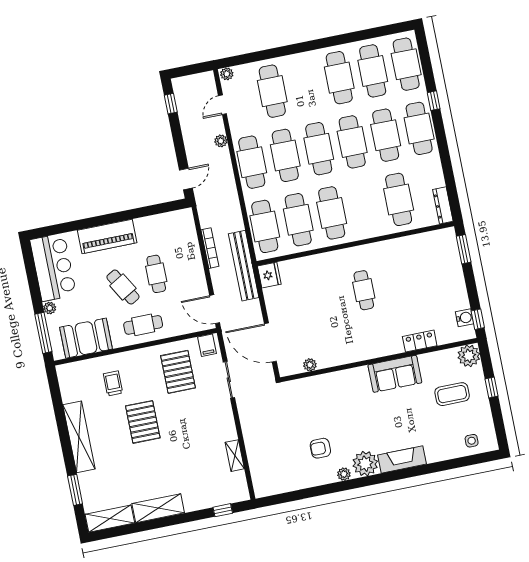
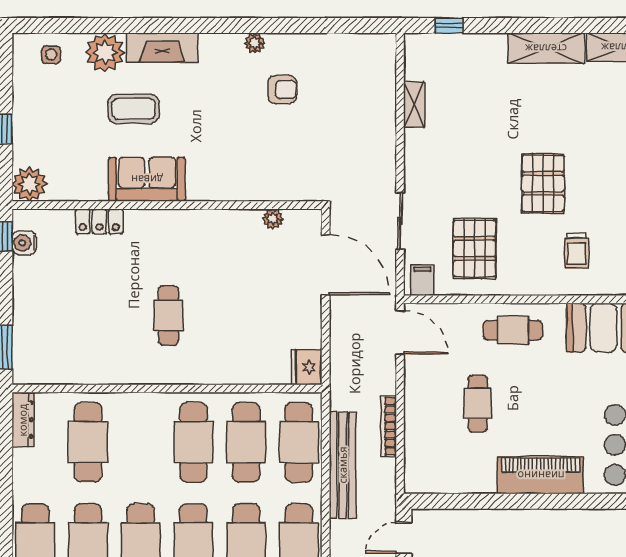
bench: (244, 266) -> (343, 465), moved
cafe table: (123, 287) -> (532, 394), removed
coffee table: (452, 394) -> (134, 109), moved
plant: (365, 464) -> (105, 52), moved

